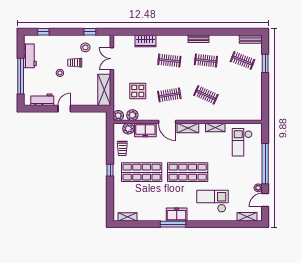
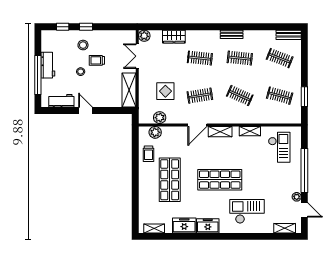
window: (90, 32) -> (86, 27), moved
stool: (85, 47) -> (83, 45), moved
workbench: (30, 56) -> (48, 65), moved
window: (265, 63) -> (304, 97), moved
clothes rail: (243, 95) -> (280, 96), added
door: (64, 109) -> (85, 111), hinge flipped
plant: (118, 115) -> (144, 36), moved
door: (167, 122) -> (197, 125), hinge flipped
freezer: (145, 130) -> (184, 225), moved, turned 180
checkout: (242, 142) -> (279, 147), turned 180
window: (110, 170) -> (135, 177), removed
shop shelf: (142, 172) -> (170, 180), turned 90
door: (265, 200) -> (304, 210), swing flipped
window: (173, 224) -> (204, 236), removed

